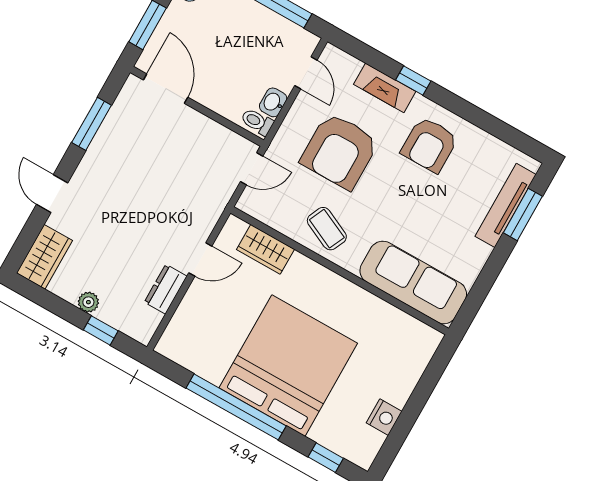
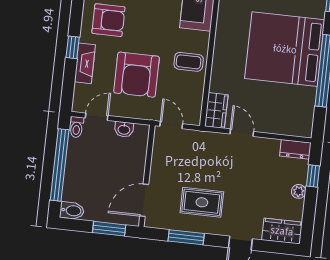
toilet: (257, 122) -> (77, 127), moved
armchair: (340, 151) -> (137, 75), turned 90
rug: (130, 165) -> (202, 202), added
coffee table: (327, 229) -> (189, 62), turned 65
wardrobe: (265, 249) -> (216, 110), moved
dresser: (166, 289) -> (295, 149), moved

